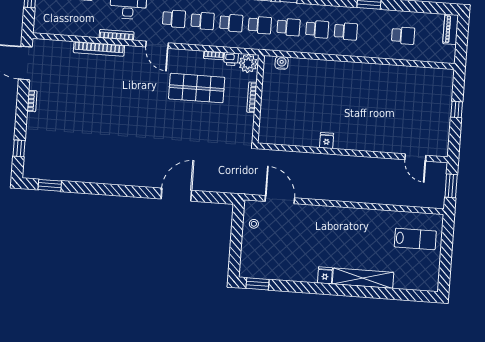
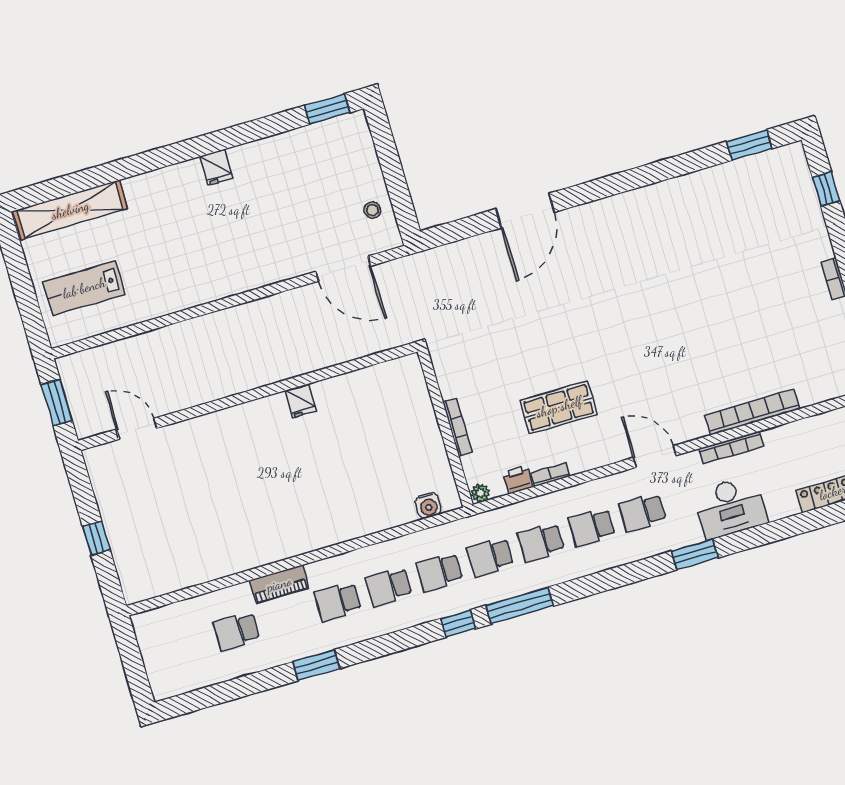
piano: (451, 29) -> (279, 584), moved, turned 90
plant: (248, 63) -> (480, 493), width x0.53, depth x0.53
shop shelf: (197, 88) -> (559, 407), width x0.70, depth x0.74
shelving: (363, 278) -> (70, 210), moved

